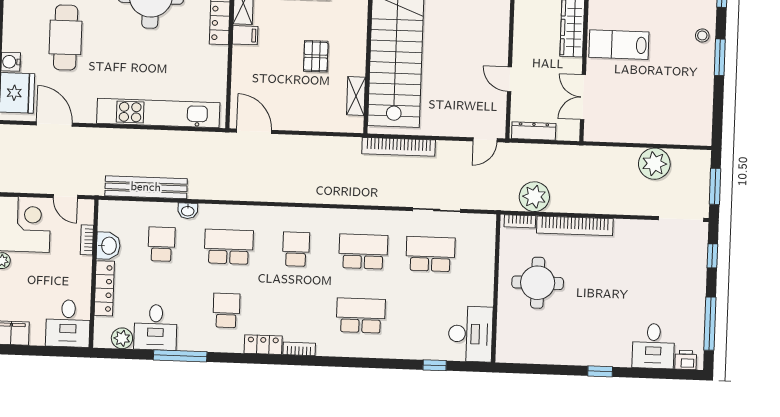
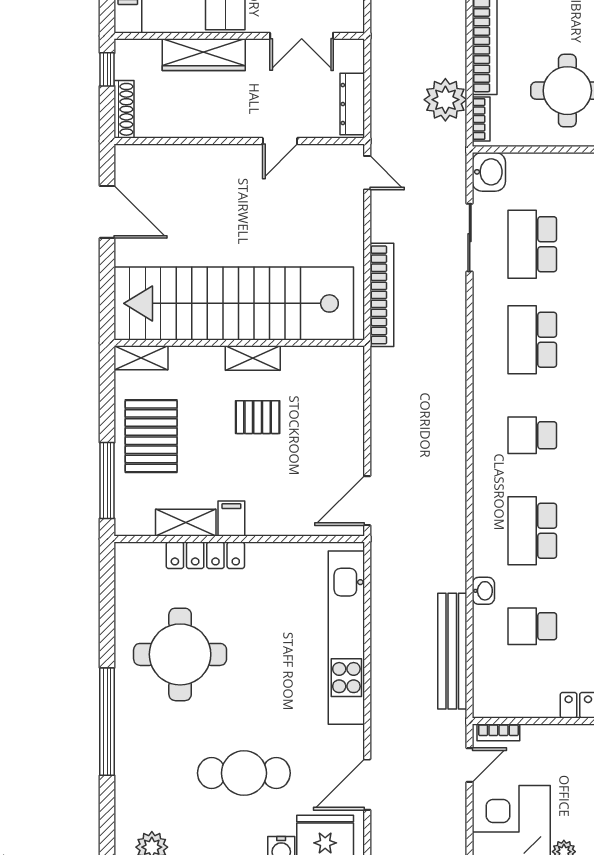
shelving: (356, 96) -> (253, 358), moved
bookcase: (87, 240) -> (498, 732), moved
washbasin: (108, 246) -> (489, 172), moved, turned 90

